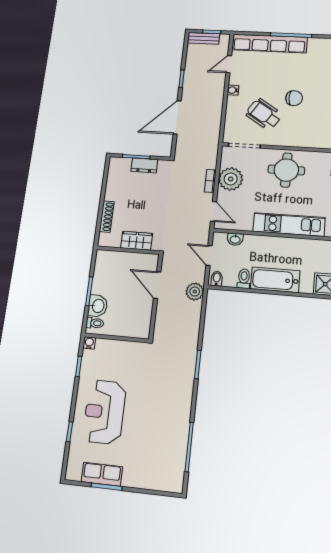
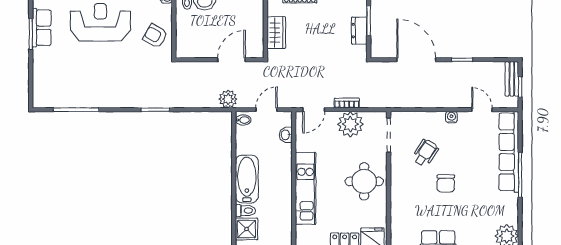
wheelchair: (264, 114) -> (425, 153), width x0.73, depth x0.73
toilet: (244, 279) -> (245, 211), moved
armchair: (125, 358) -> (155, 36), added

